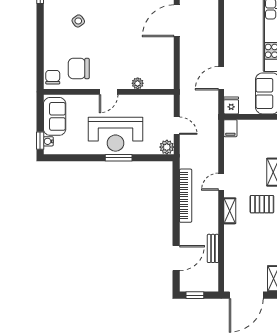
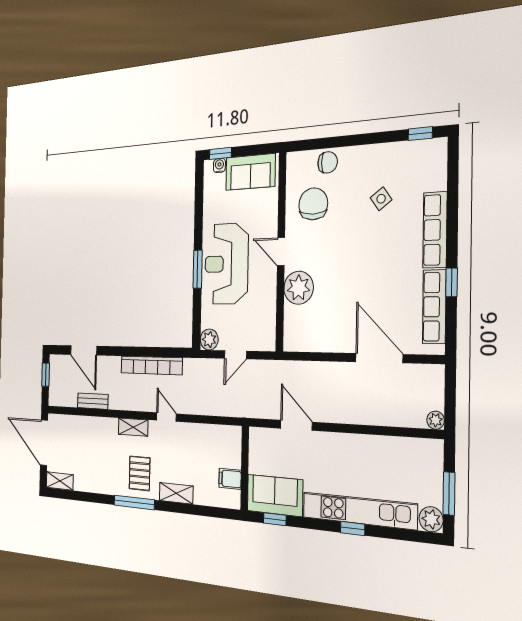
chair: (53, 77) -> (328, 162), moved
plant: (138, 83) -> (299, 288), width x1.87, depth x1.87
fridge: (231, 105) -> (260, 438), removed
filing cabinet: (230, 128) -> (230, 479), moved

